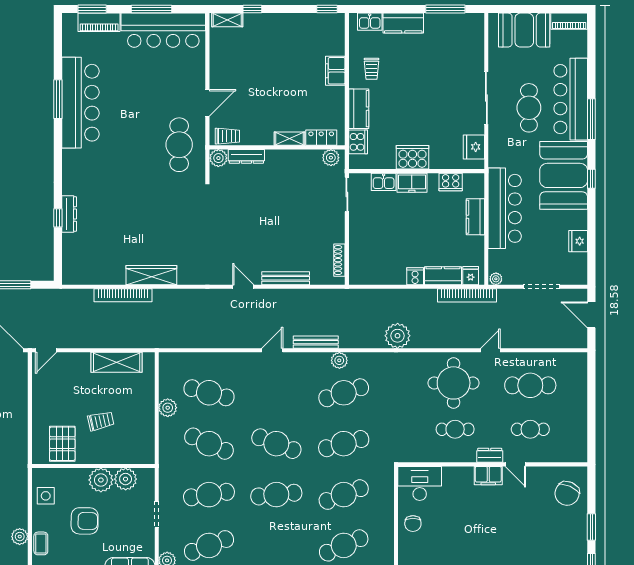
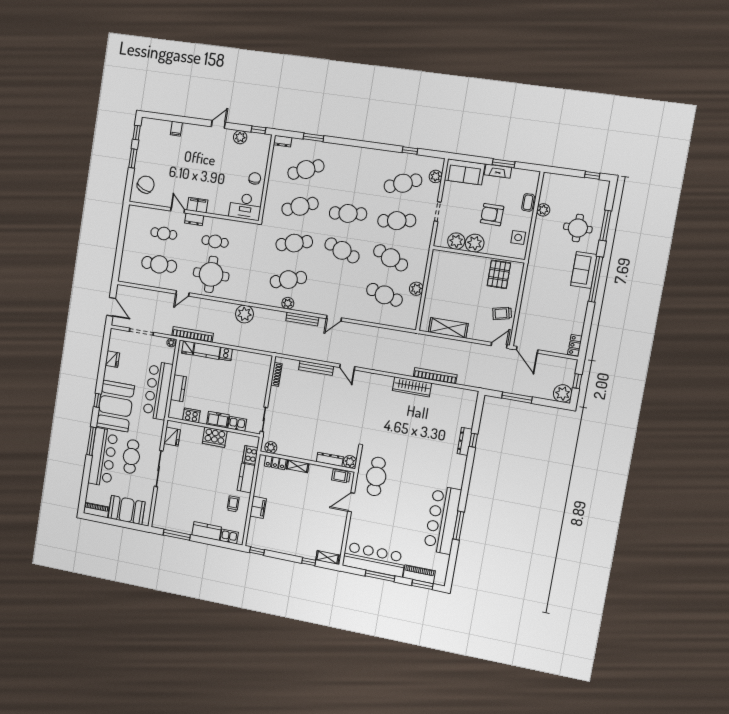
trolley: (101, 421) -> (502, 313), moved

